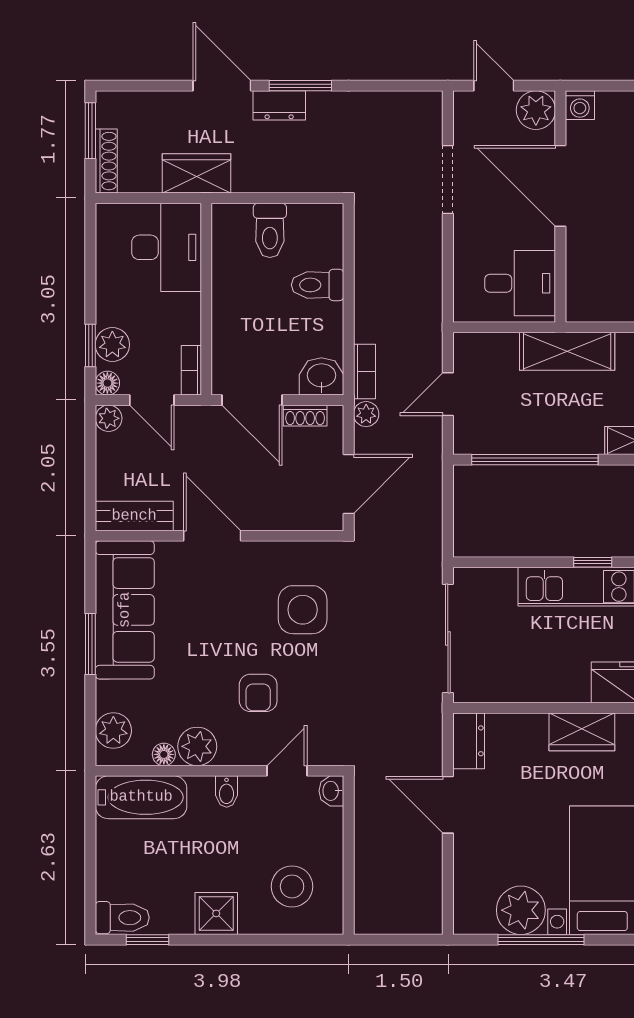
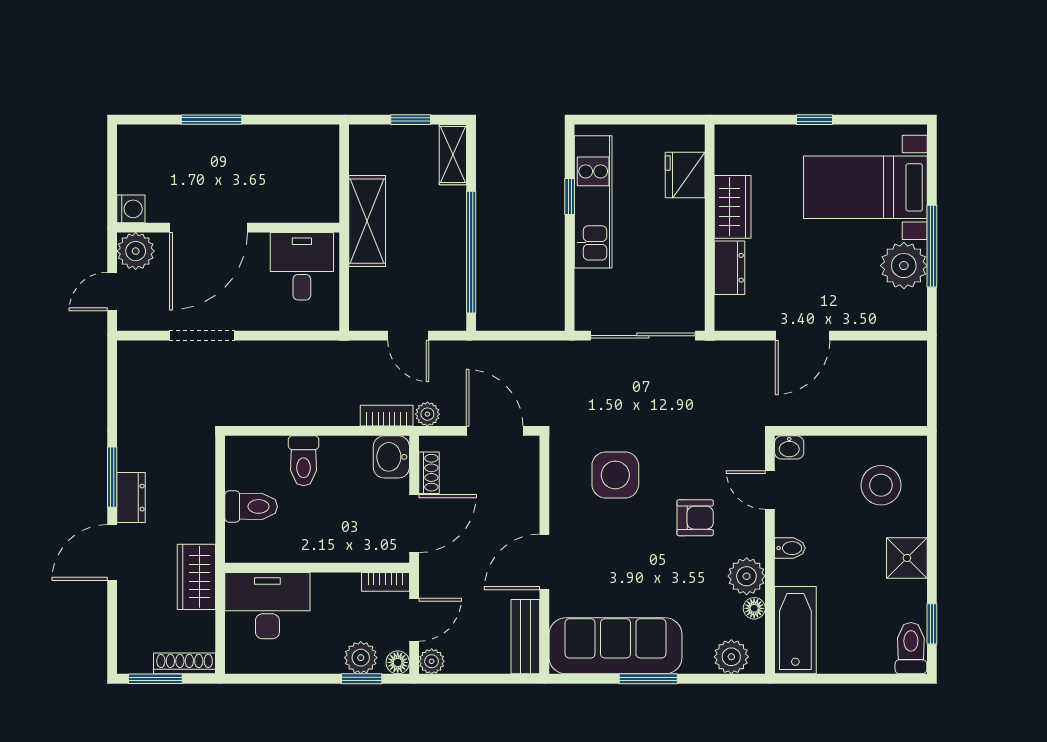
dresser: (469, 741) -> (729, 268), moved, turned 90

